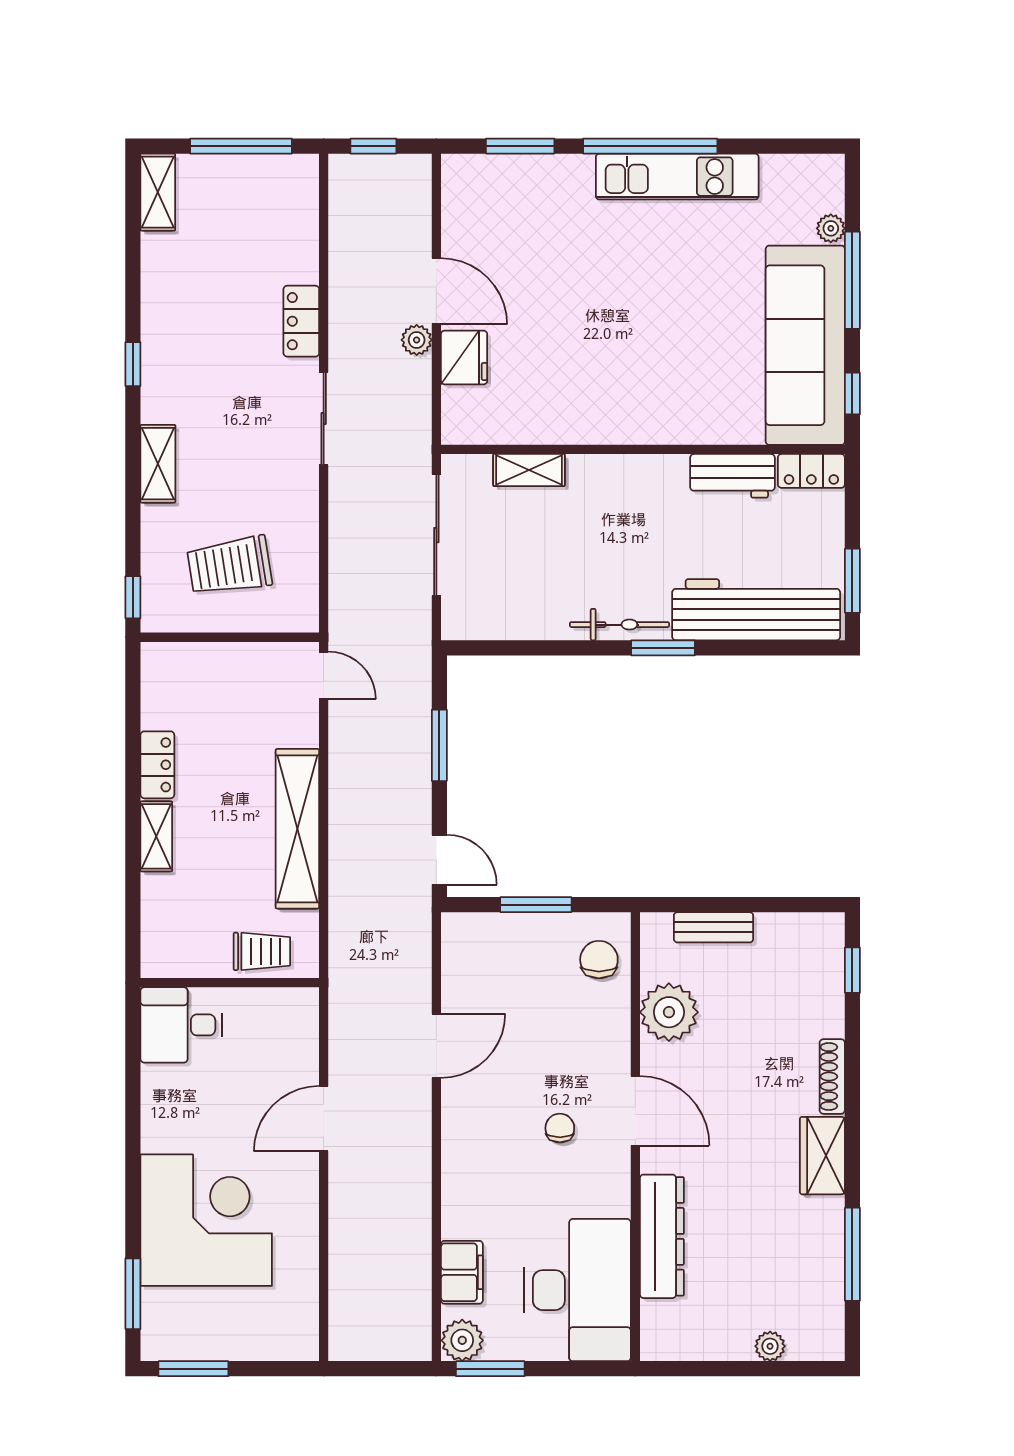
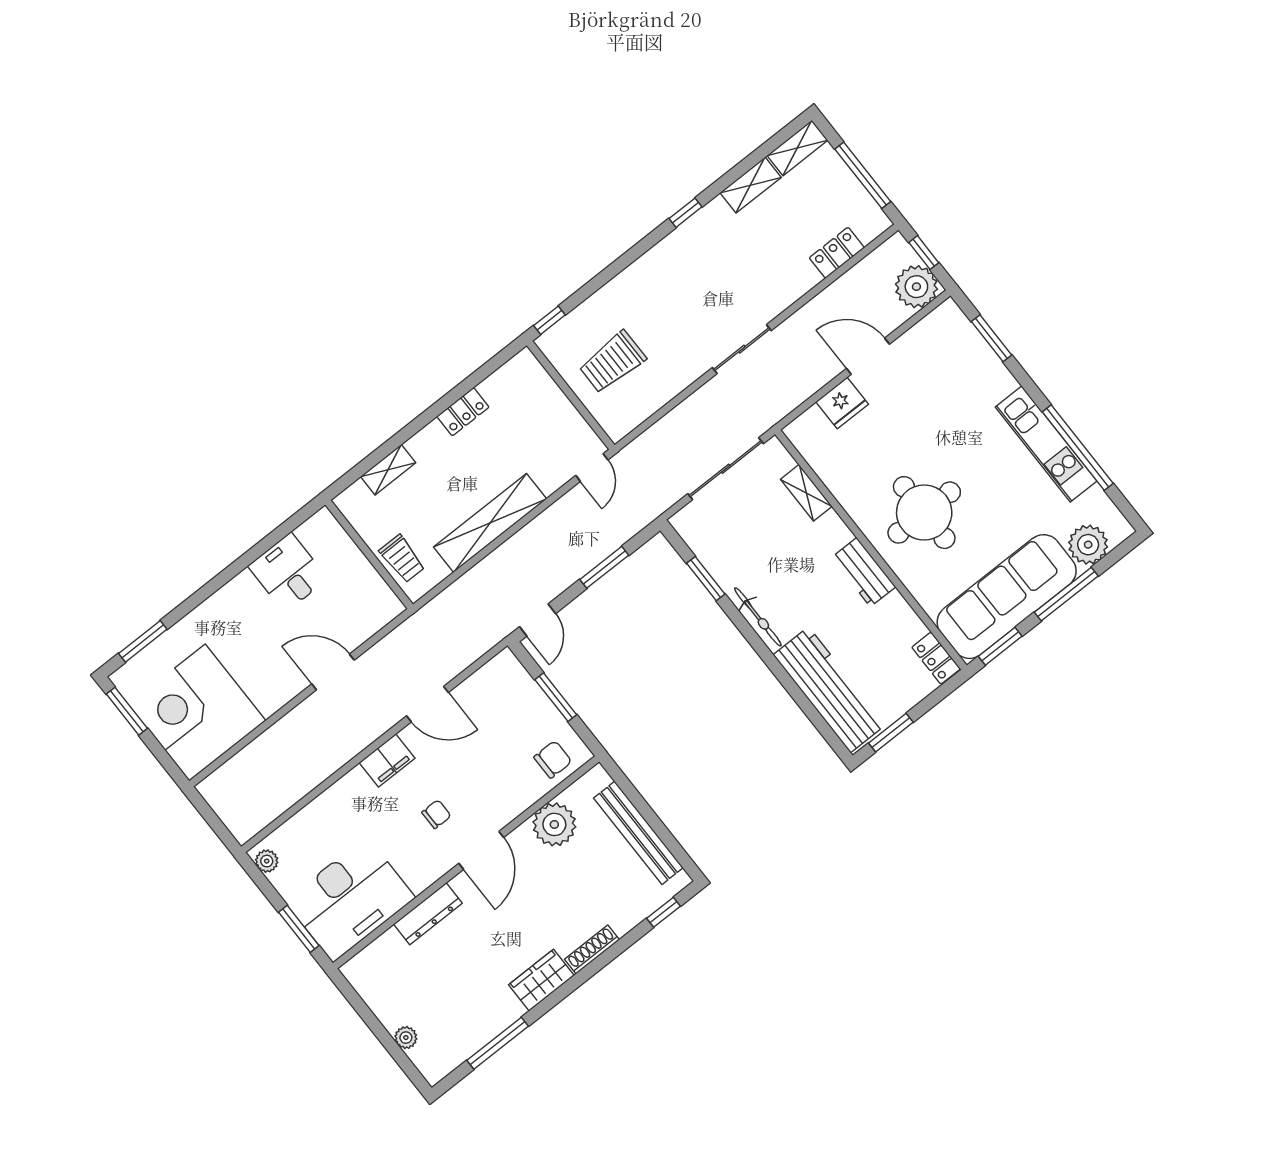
window: (650, 146) -> (1078, 448), moved
plant: (831, 228) -> (1088, 545), width x1.88, depth x1.88
door: (436, 291) -> (868, 356), swing flipped
locker: (301, 321) -> (837, 253), moved
plant: (417, 340) -> (916, 287), moved, width x1.88, depth x1.88
round table: (648, 362) -> (924, 513), added
window: (852, 394) -> (1000, 646), width x1.50
shelving: (158, 464) -> (751, 185), moved
workbench: (732, 476) -> (864, 572), moved
trolley: (230, 566) -> (612, 362), turned -81
window: (663, 648) -> (706, 579), moved
shelving: (156, 836) -> (388, 470), moved
bench: (714, 927) -> (638, 833), width x1.86, depth x1.21
desk: (181, 1025) -> (288, 572), moved
corner desk: (206, 1220) -> (197, 712), moved, turned 180
dresser: (662, 1236) -> (428, 914), width x0.73, depth x0.80
filing cabinet: (462, 1272) -> (387, 760), moved
plant: (462, 1340) -> (267, 861), width x0.73, depth x0.73
window: (490, 1369) -> (299, 929), moved

